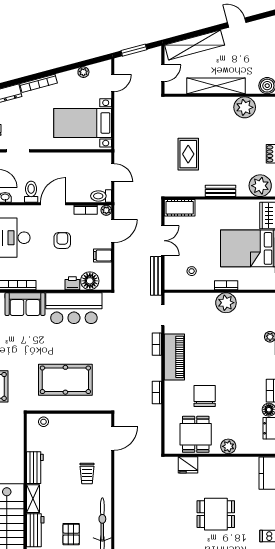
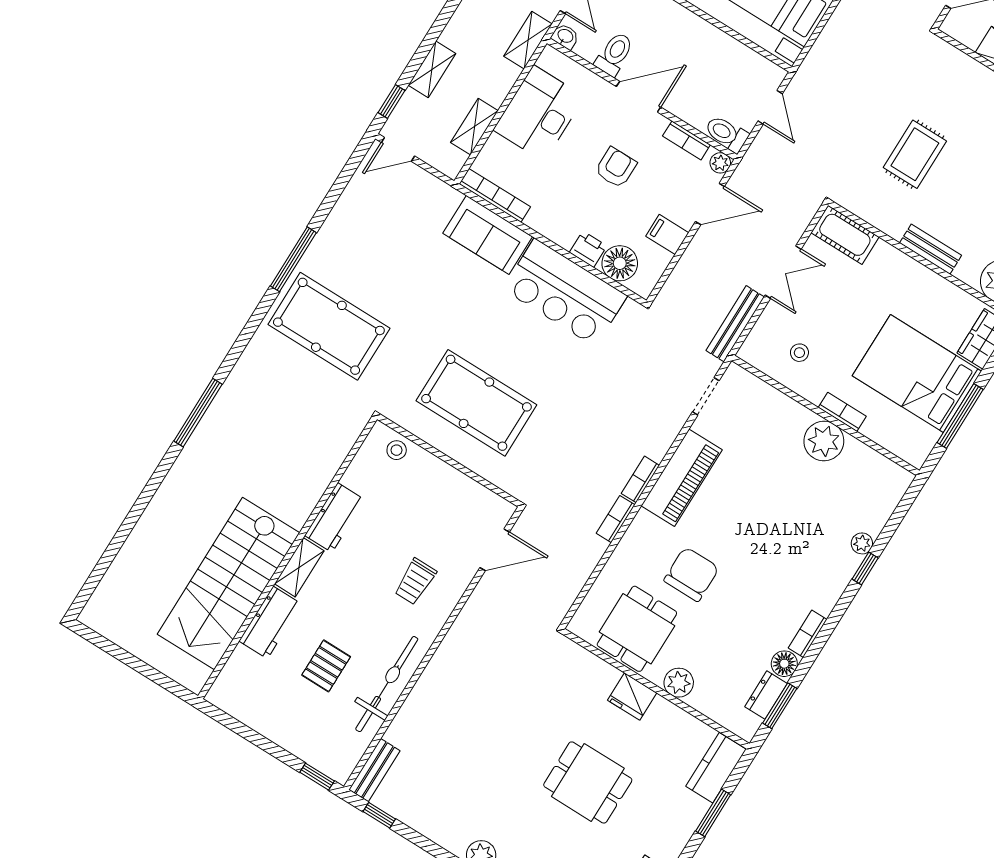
bookcase: (157, 344) -> (640, 479), moved
fridge: (188, 465) -> (632, 696), moved

